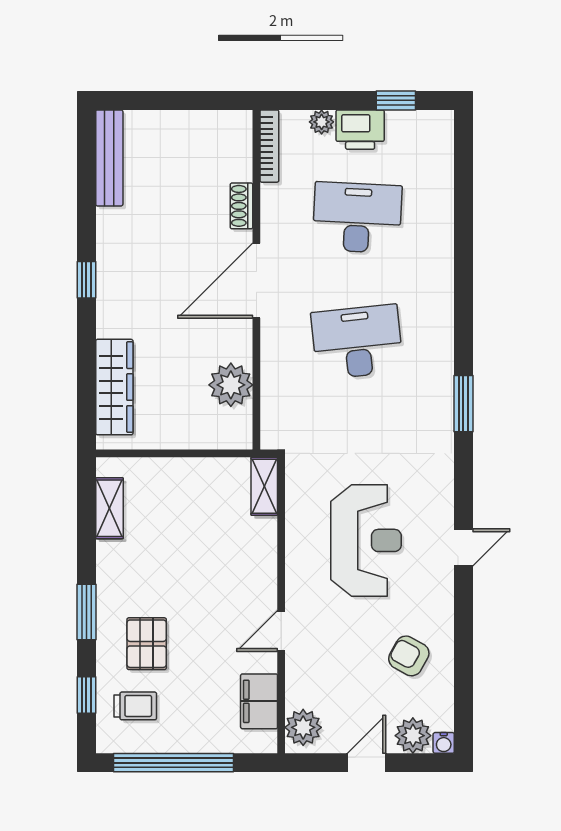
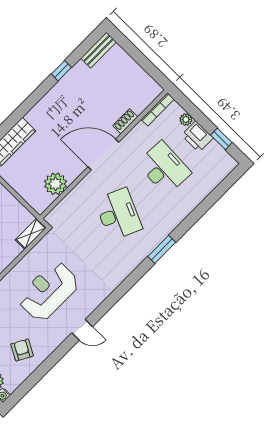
bench: (109, 158) -> (99, 50), width x0.73
window: (86, 280) -> (61, 71), moved
desk: (357, 342) -> (118, 214), turned 30
window: (463, 404) -> (162, 249), moved
reception desk: (366, 540) -> (49, 291), turned 180

